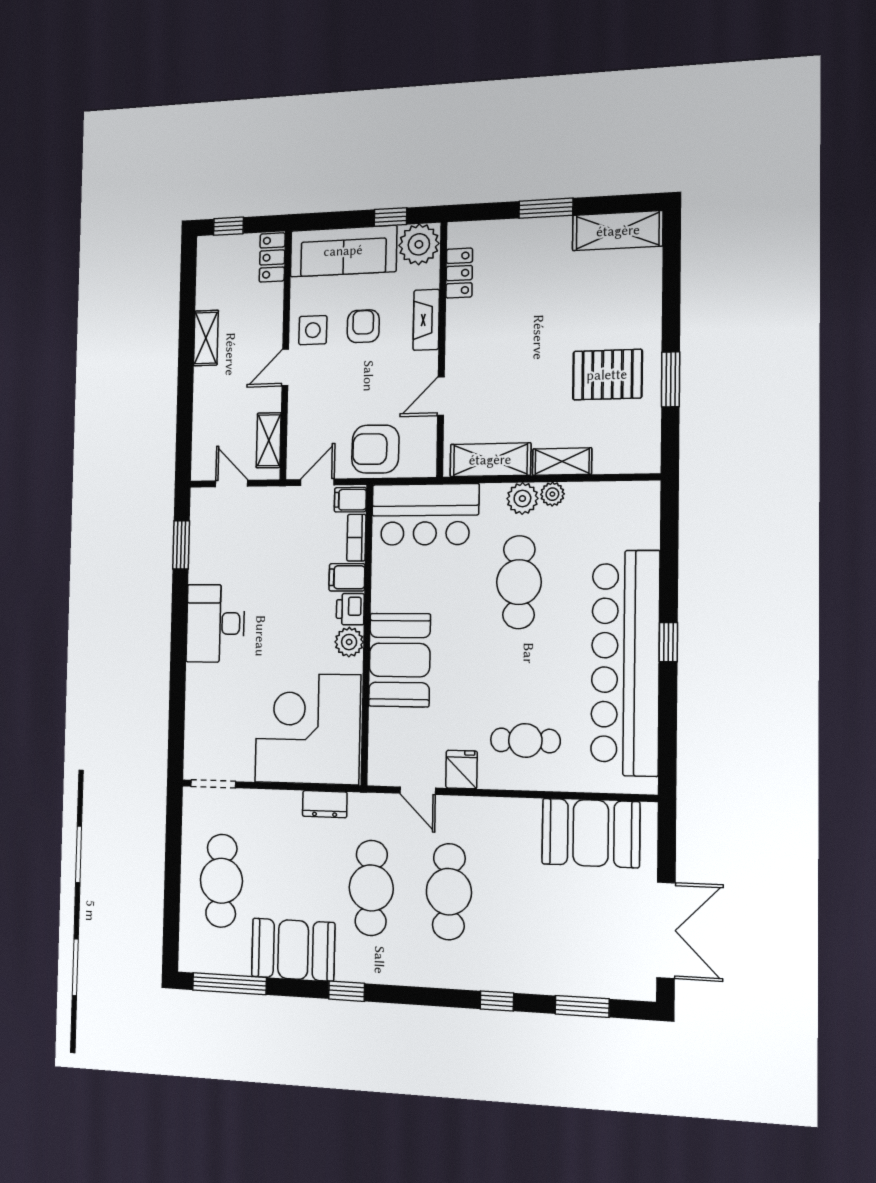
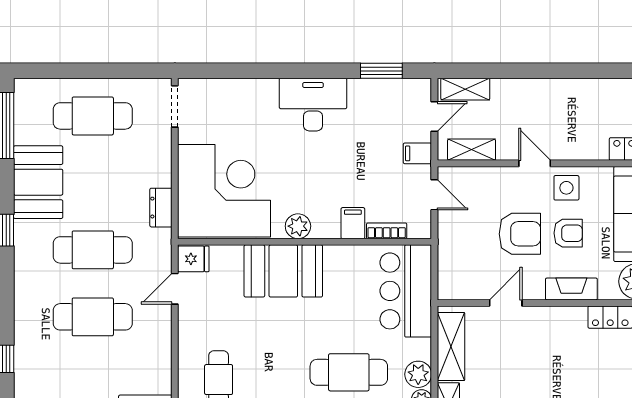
shelving: (206, 338) -> (465, 89), moved
door: (441, 396) -> (506, 303), hinge flipped
armchair: (375, 449) -> (520, 234), moved, turned 89
filing cabinet: (350, 500) -> (417, 153), moved, turned -90
printer: (350, 609) -> (326, 227), removed
fridge: (462, 770) -> (193, 259), moved

